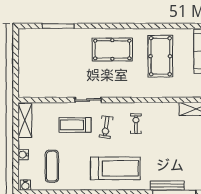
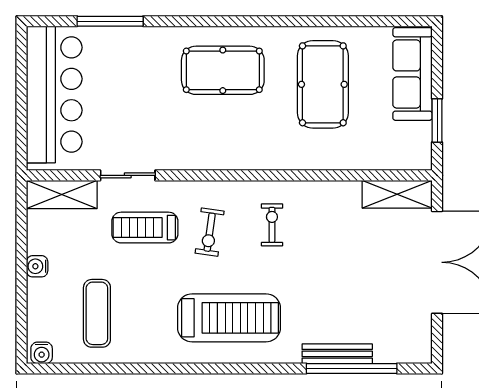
bar counter: (31, 61) -> (54, 95), added
sliding door: (88, 100) -> (128, 175), moved
shelving: (25, 121) -> (62, 194), moved, turned 90
water cooler: (23, 155) -> (37, 266), moved

